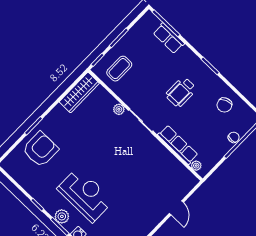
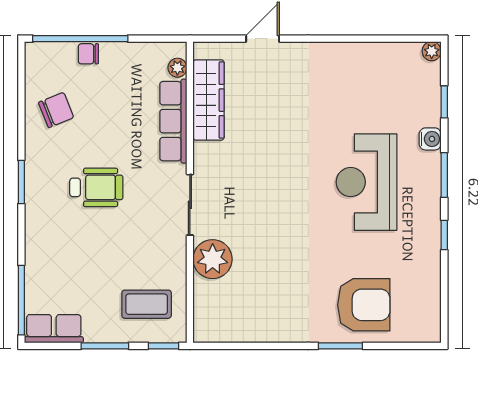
row of seats: (169, 38) -> (54, 329), moved, turned -90
wardrobe: (79, 93) -> (209, 100), moved, turned 90
plant: (119, 109) -> (213, 259), width x1.88, depth x1.88
armchair: (40, 149) -> (364, 305), turned 180
plant: (62, 216) -> (428, 185), removed

